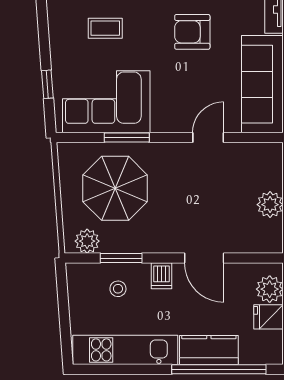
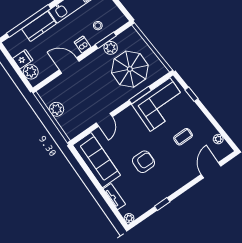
plant: (87, 241) -> (111, 48), moved

